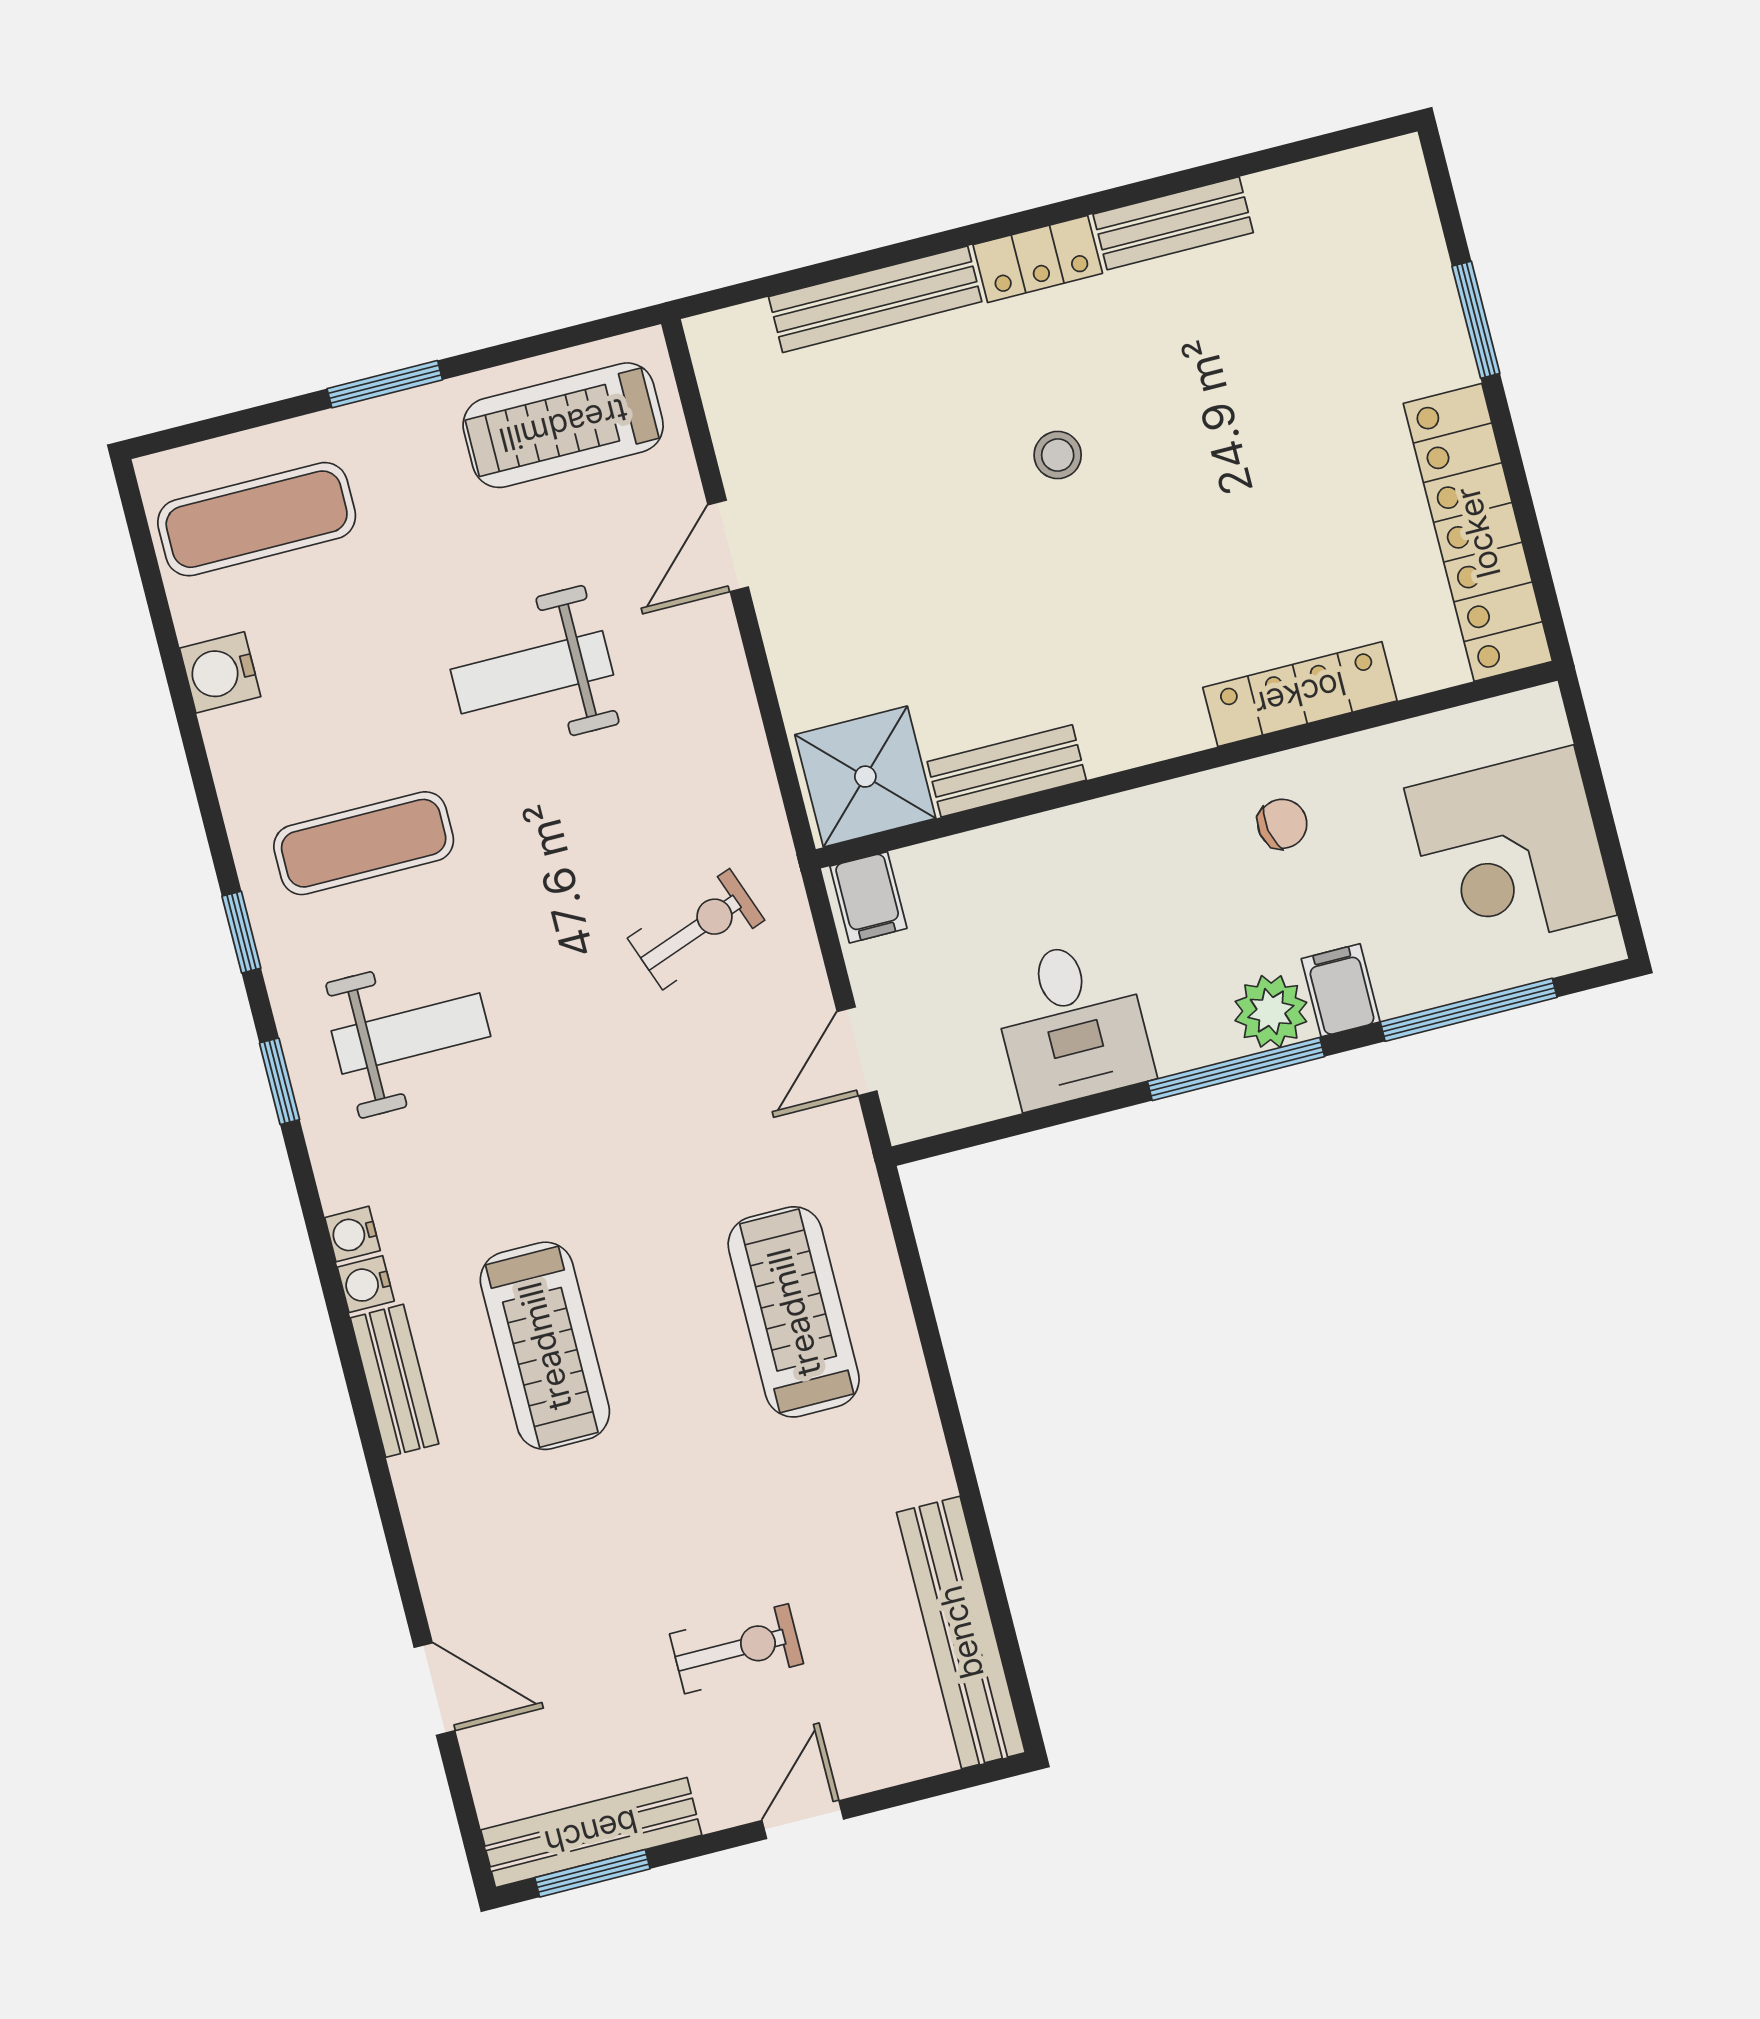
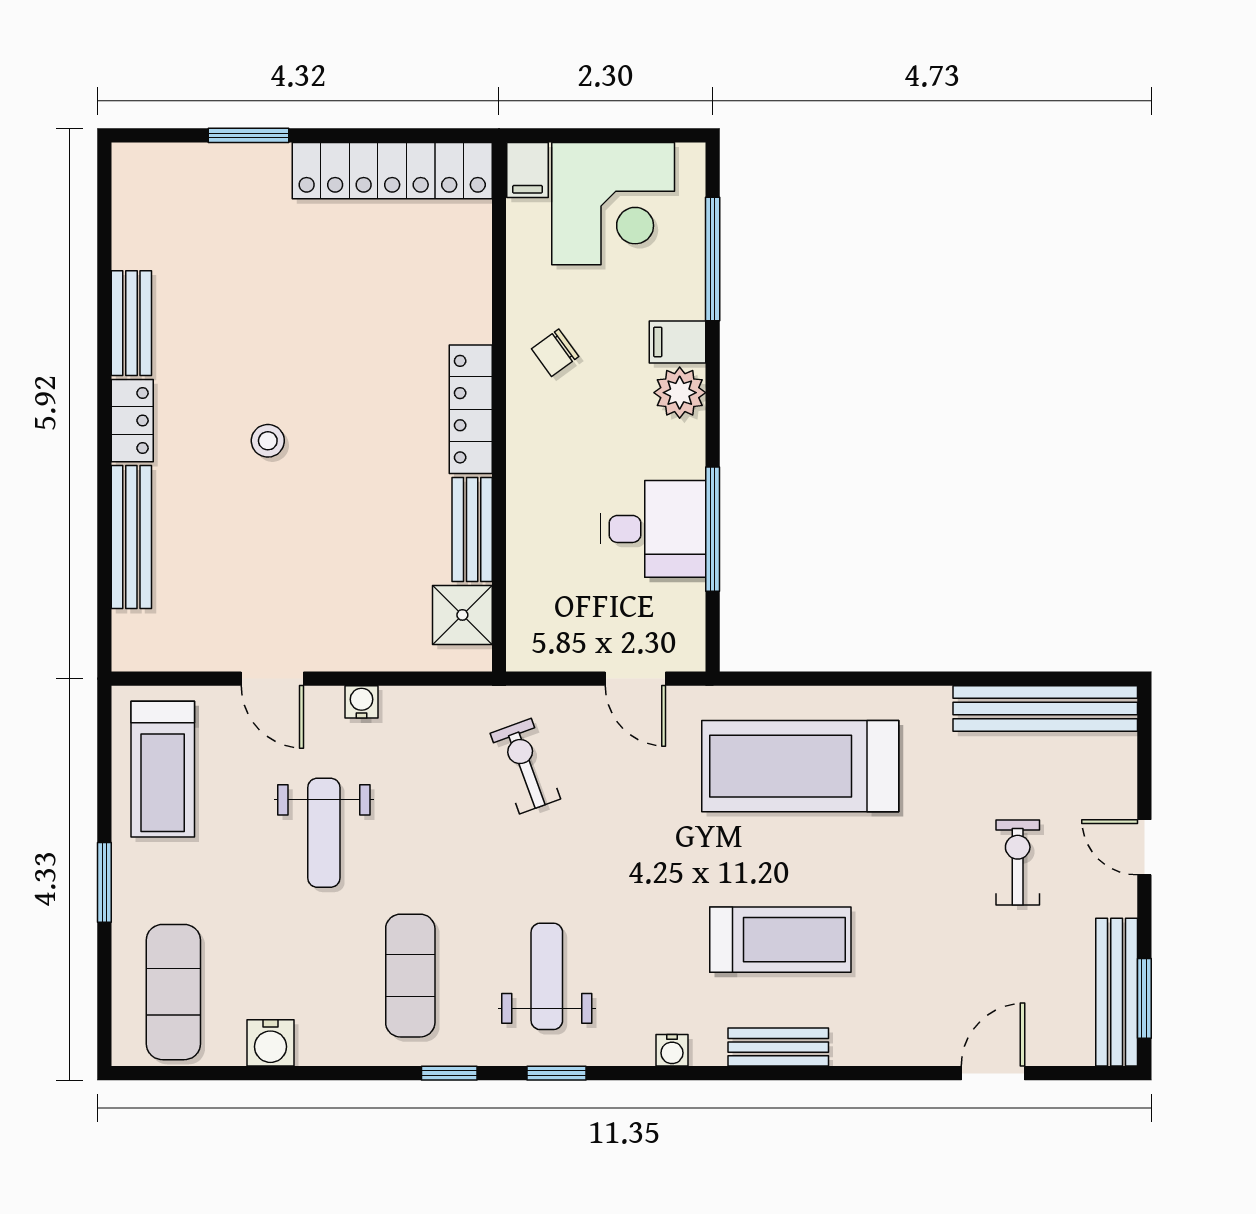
locker: (1300, 694) -> (471, 409), moved
shower: (865, 777) -> (462, 615), width x0.73, depth x0.73
chair: (1282, 824) -> (555, 353), turned -116
filing cabinet: (868, 897) -> (527, 170), moved, turned 90
window: (1236, 1069) -> (713, 529), moved
water cooler: (366, 1284) -> (362, 702), moved, turned 180
treadmill: (794, 1312) -> (800, 766), width x1.37, depth x1.38

